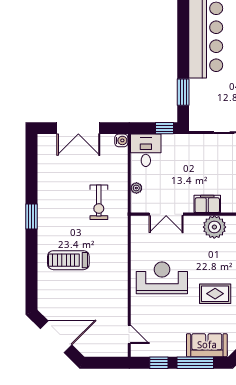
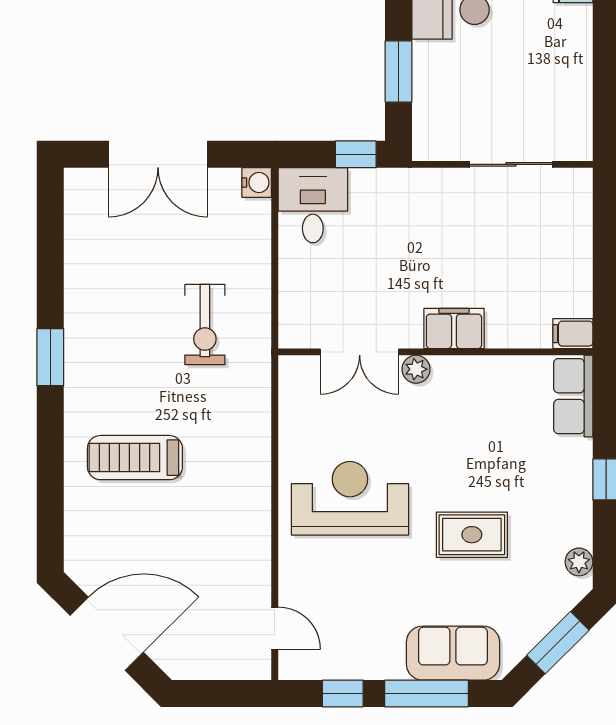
plant: (136, 188) -> (291, 292), removed
plant: (214, 227) -> (416, 369), moved, width x0.53, depth x0.53

